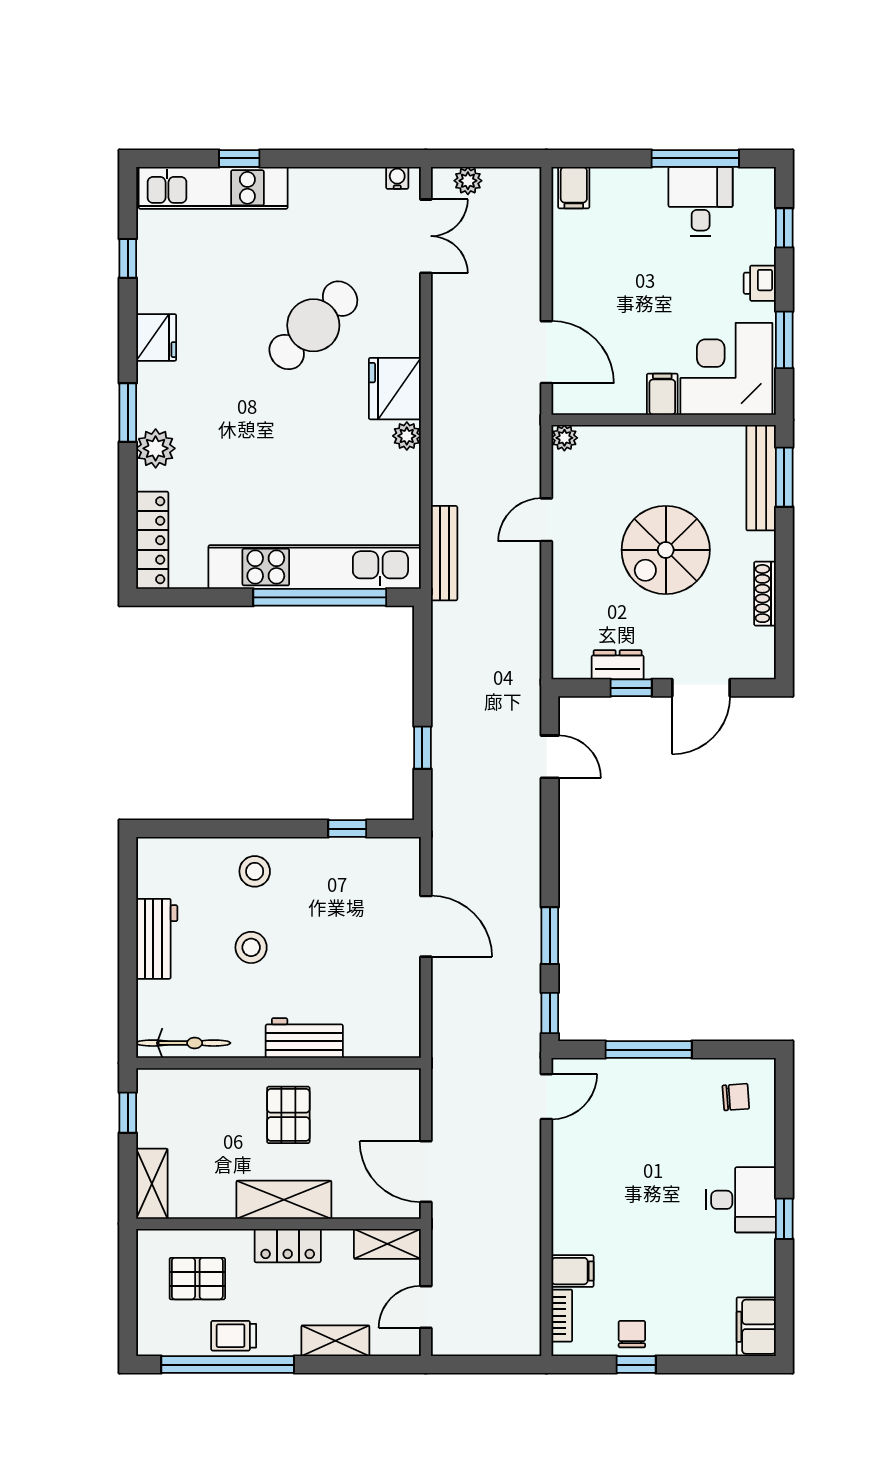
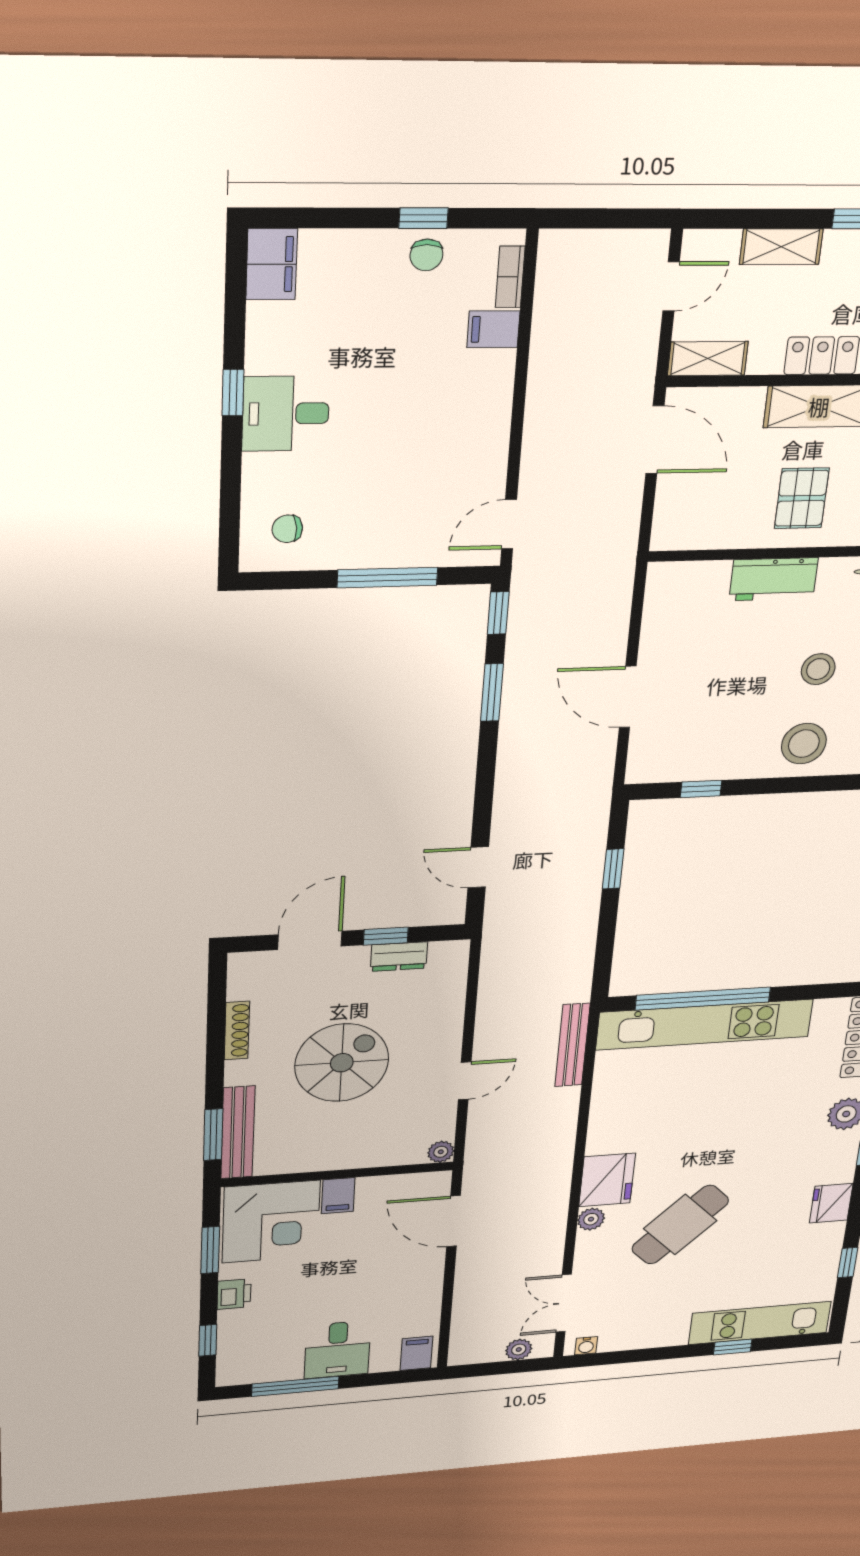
desk: (701, 201) -> (337, 1350), moved
plant: (407, 436) -> (591, 1219), moved
stool: (255, 871) -> (804, 744), width x1.38, depth x1.38

